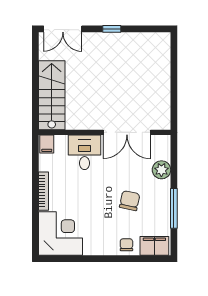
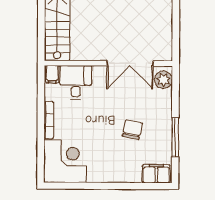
desk: (85, 152) -> (76, 82), moved
plant: (161, 170) -> (164, 80), moved
chair: (126, 245) -> (129, 172), removed

